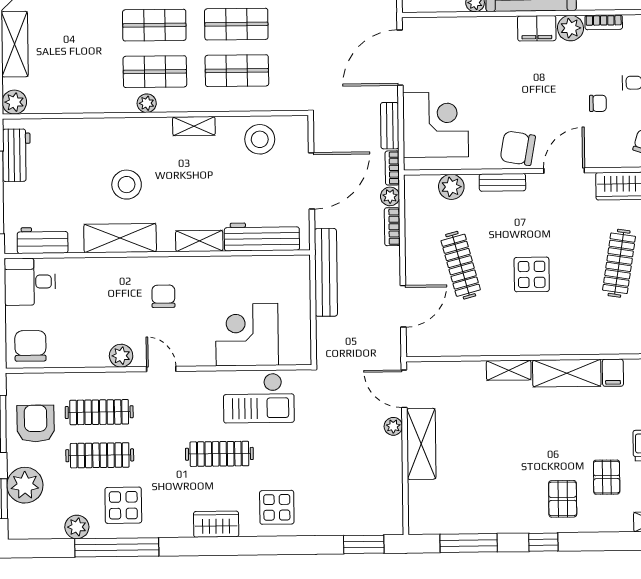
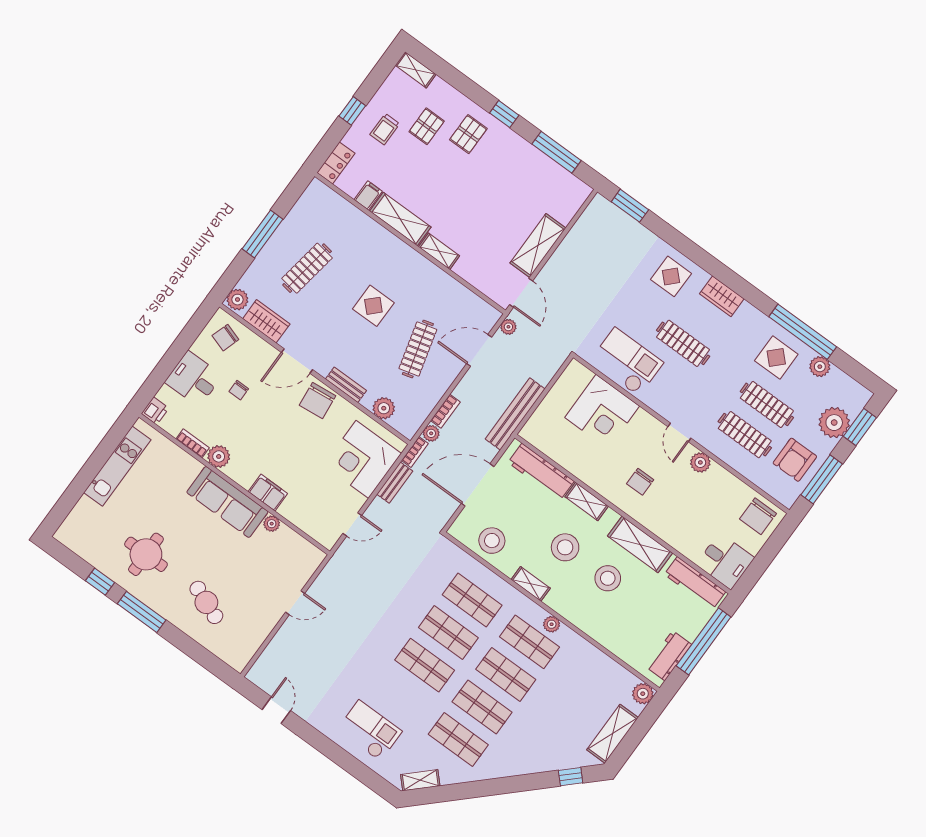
filing cabinet: (537, 28) -> (268, 493), moved
door: (400, 58) -> (352, 524), width x0.53
chair: (598, 103) -> (239, 390), turned -90
chair: (518, 148) -> (318, 401), turned 74
stool: (187, 184) -> (565, 547), added
workbench: (43, 240) -> (695, 583), width x1.38
plant: (393, 426) -> (508, 327), moved

